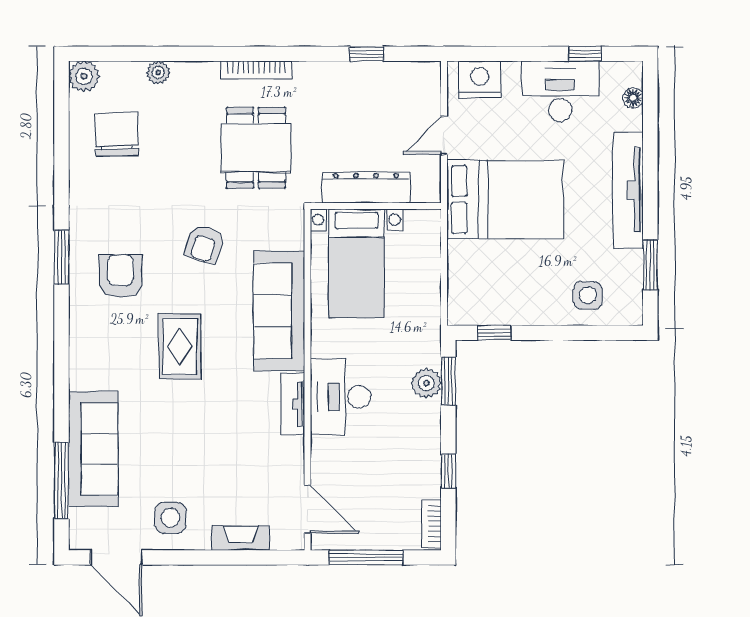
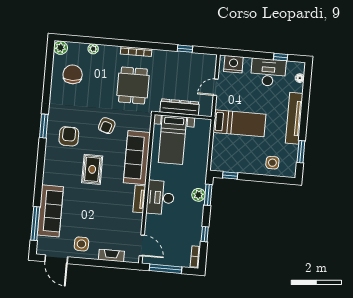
bed: (505, 199) -> (239, 123), width x0.67

